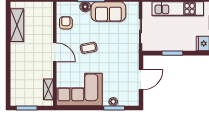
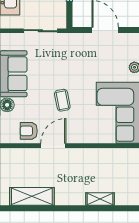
door: (55, 52) -> (53, 146), moved
shelving: (48, 89) -> (100, 199), moved

